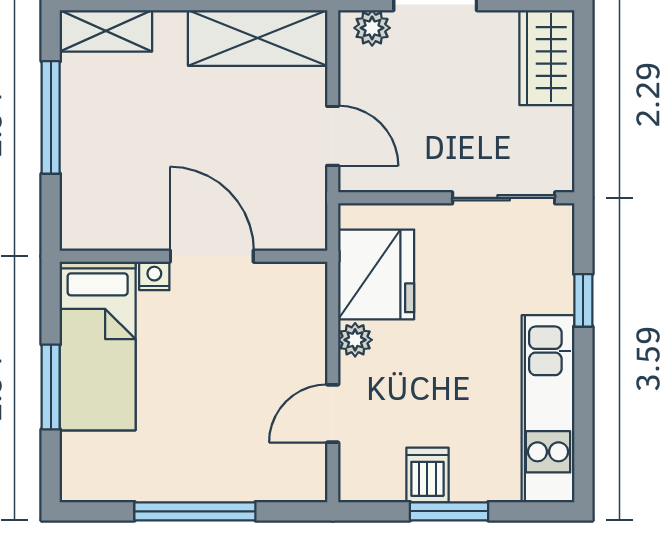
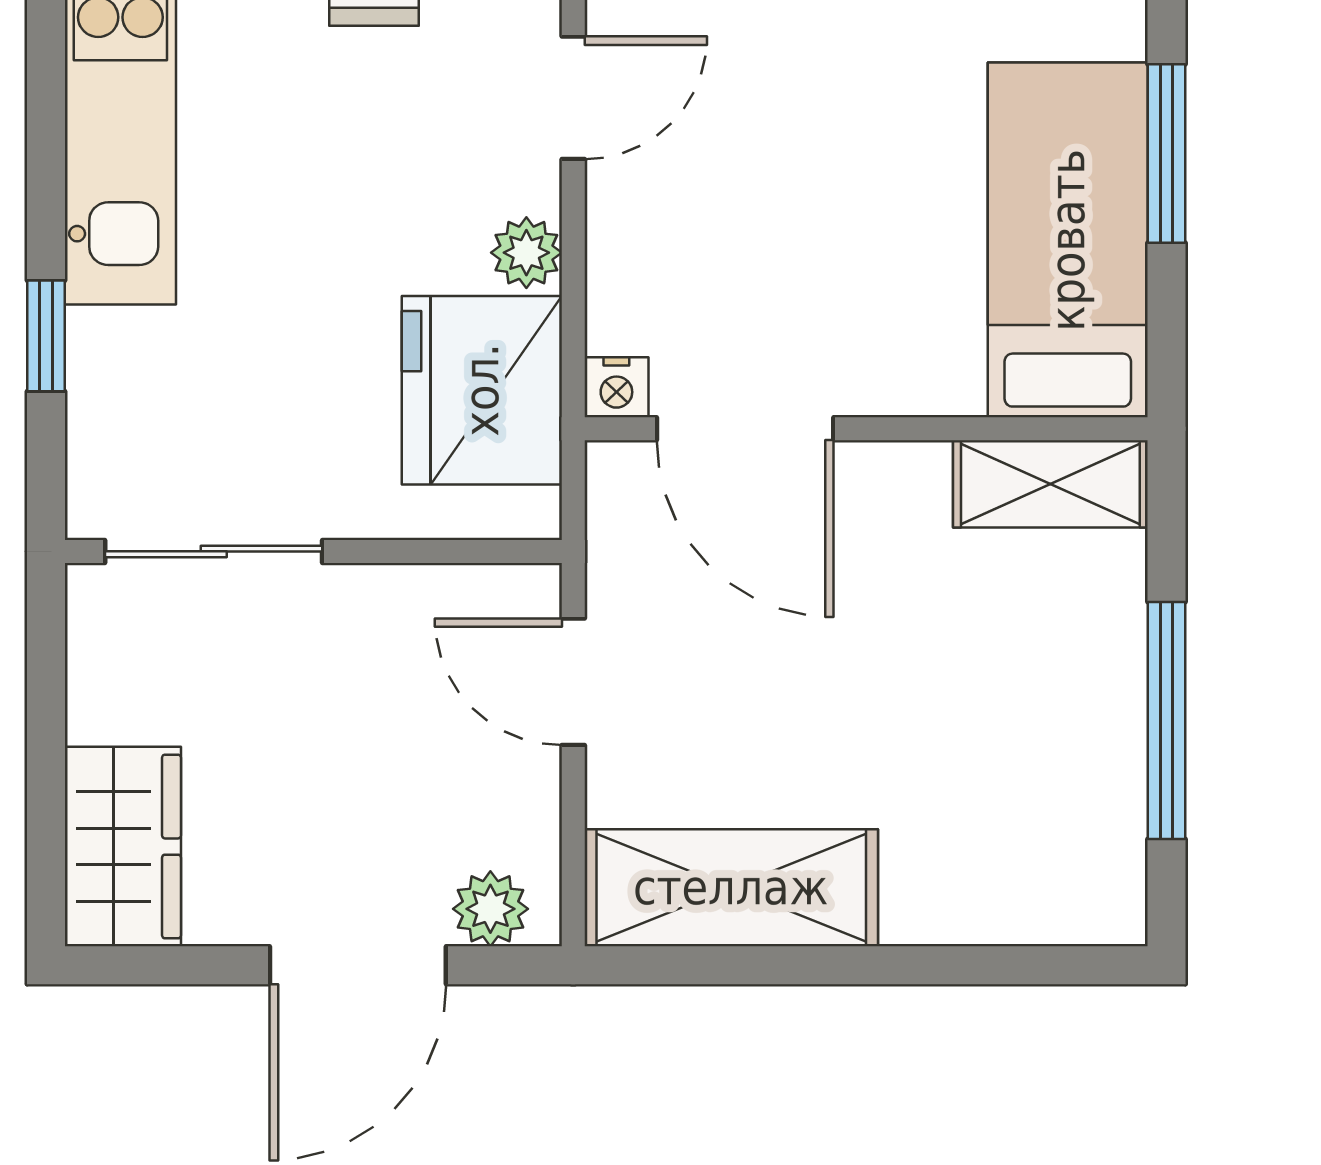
shelving: (106, 31) -> (1050, 484), moved
door: (212, 256) -> (745, 429), moved
nightstand: (154, 276) -> (616, 387), moved

